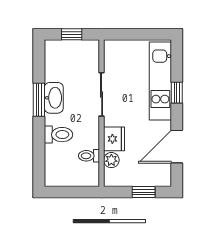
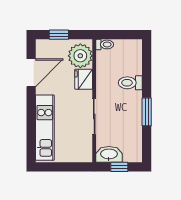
window: (177, 93) -> (31, 118), removed
washbasin: (54, 98) -> (109, 154), moved, turned 90
toilet: (89, 156) -> (105, 44), moved
plant: (111, 160) -> (80, 56), width x1.87, depth x1.87

